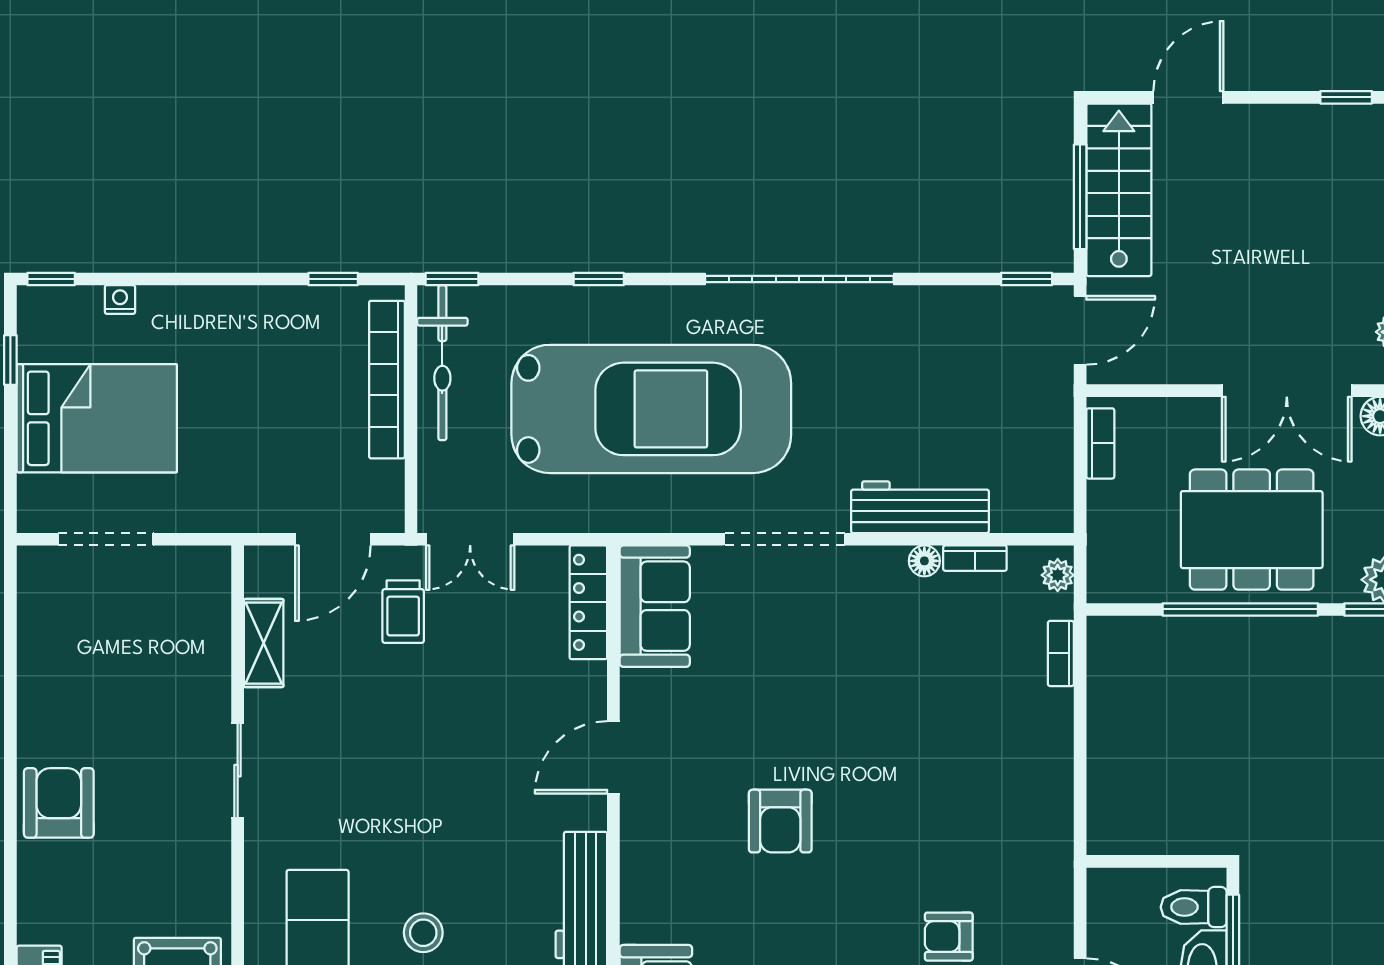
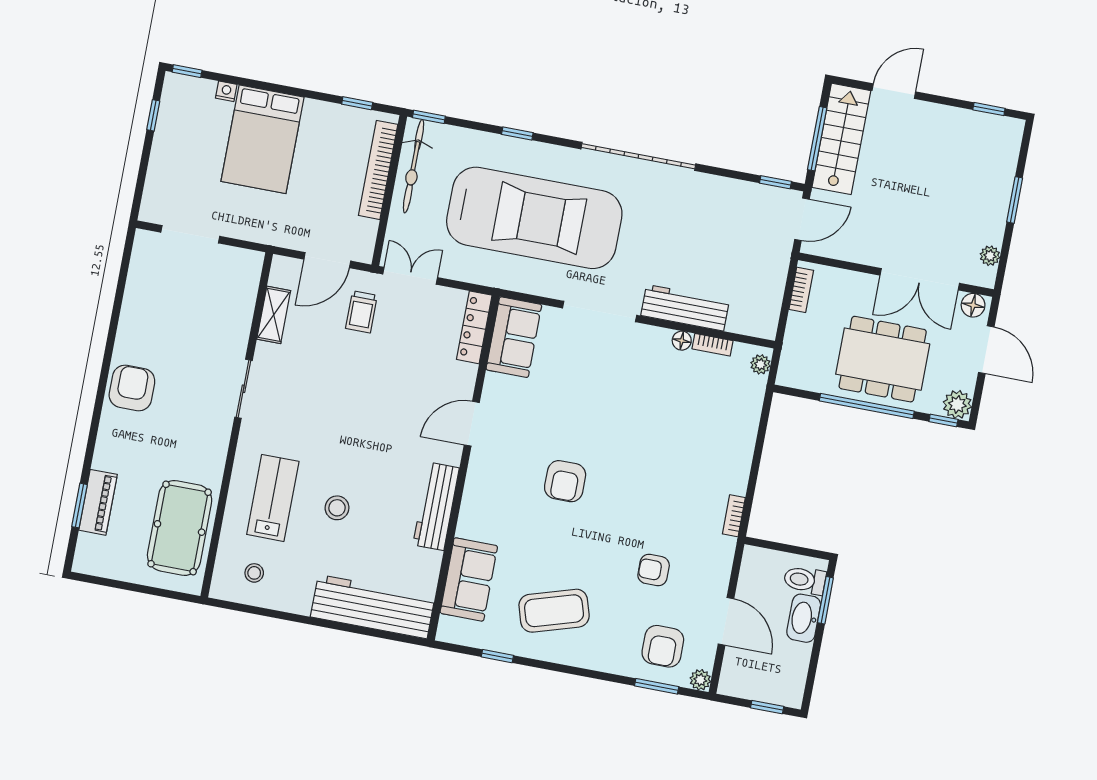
bed: (97, 418) -> (262, 139), moved, turned 90
double door: (470, 539) -> (410, 276), swing flipped
bookcase: (1061, 653) -> (734, 516), moved

